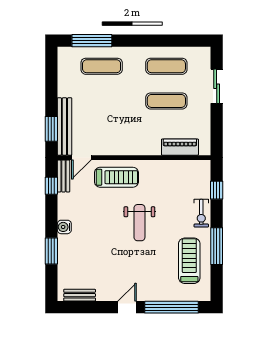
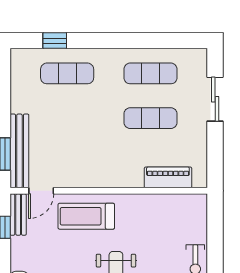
window: (92, 41) -> (55, 41), width x0.46
treadmill: (116, 177) -> (86, 216), turned 180
window: (217, 190) -> (215, 233), removed

